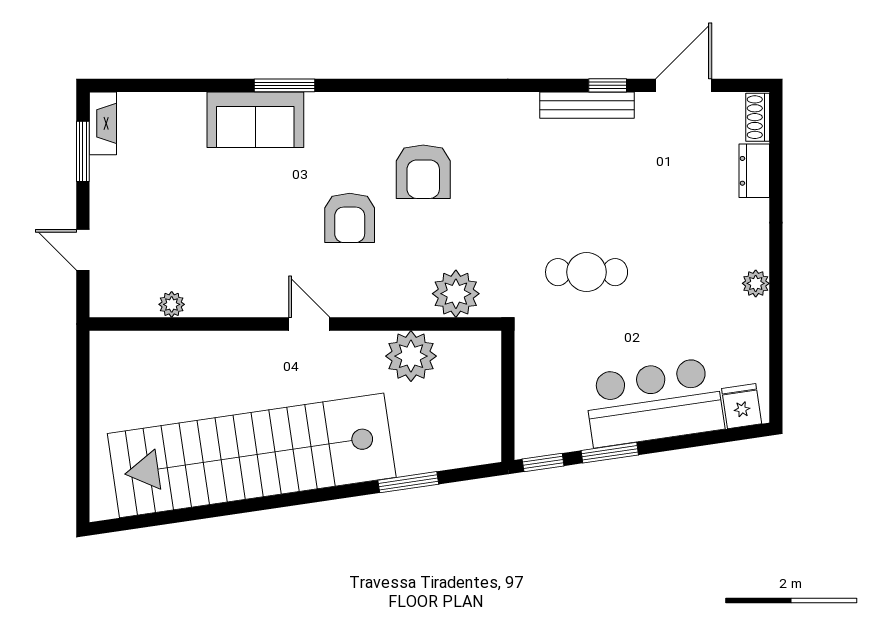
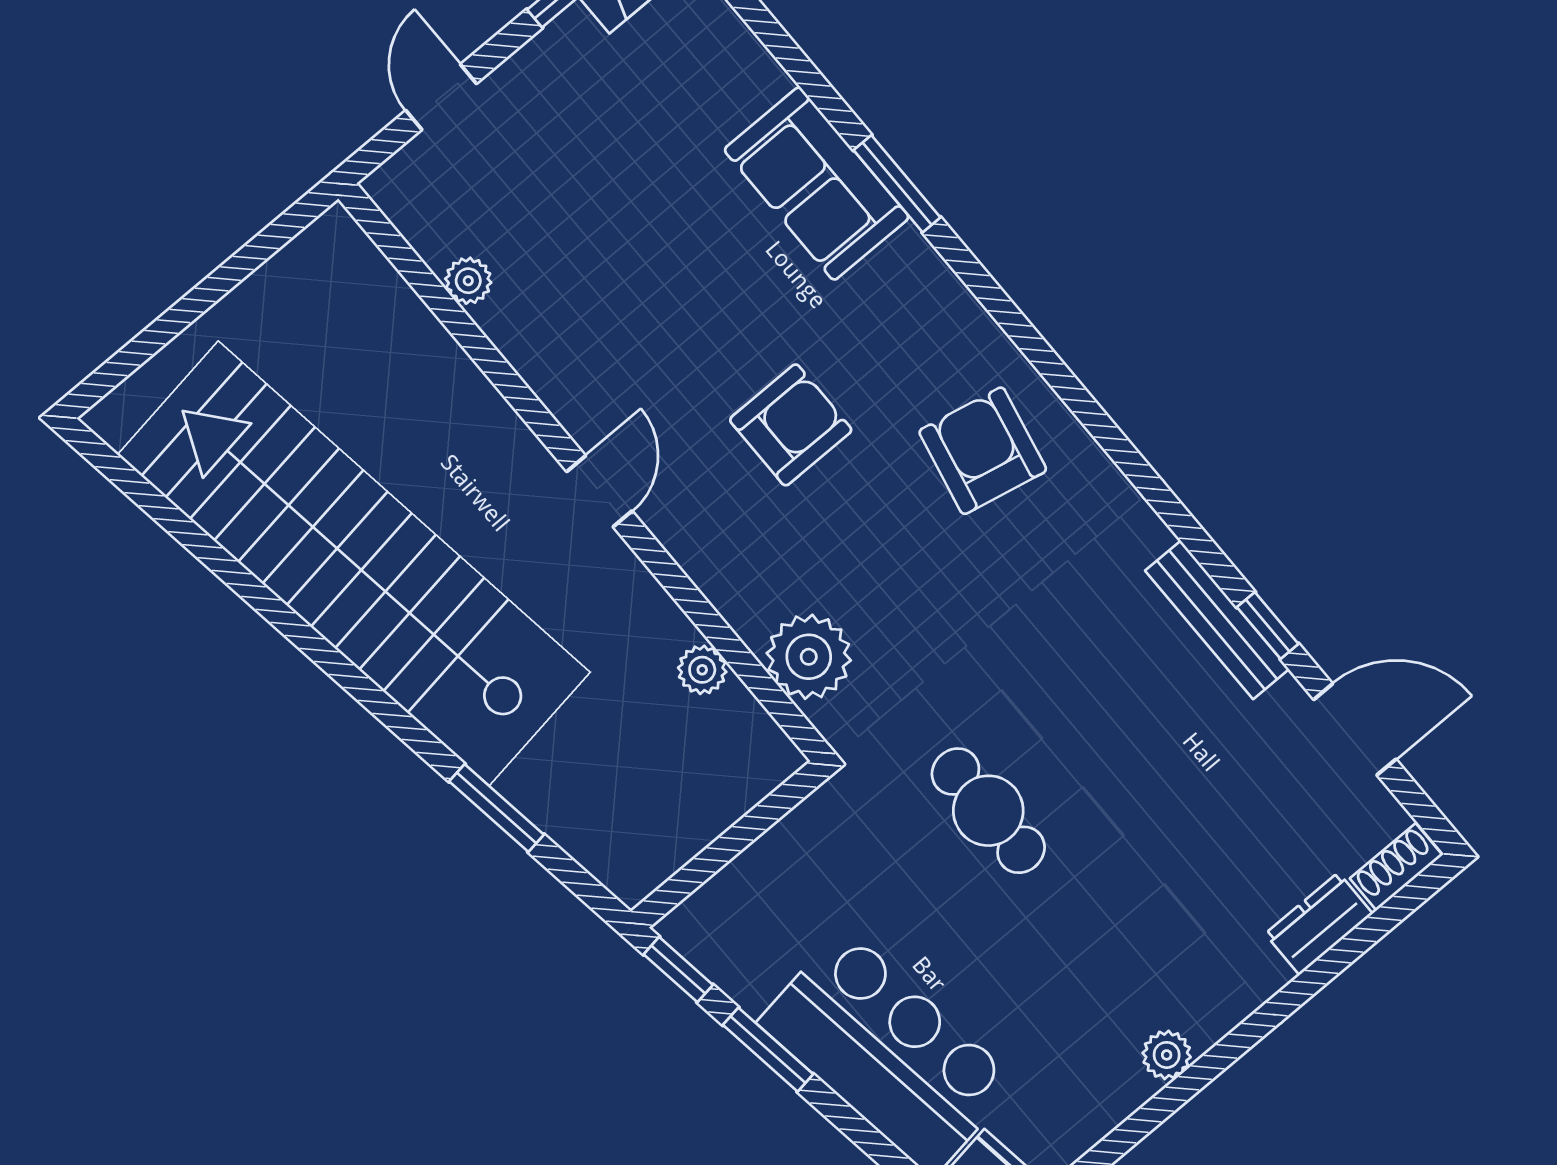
armchair: (423, 172) -> (983, 451), moved, turned 102
armchair: (350, 218) -> (791, 425), turned 180
plant: (411, 356) -> (702, 670), width x0.53, depth x0.53

